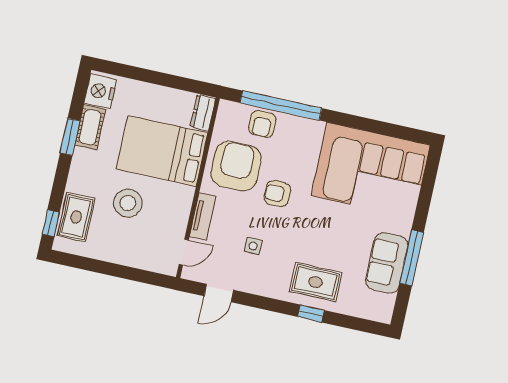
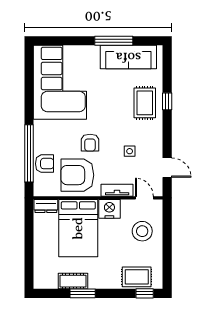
nightstand: (100, 91) -> (109, 209), moved, turned 180
stool: (128, 203) -> (142, 231), moved
sofa: (387, 263) -> (128, 57), width x1.36

